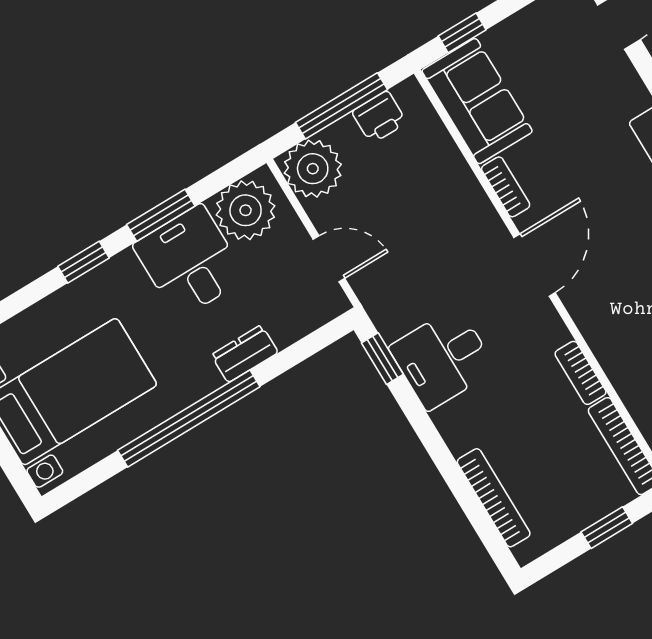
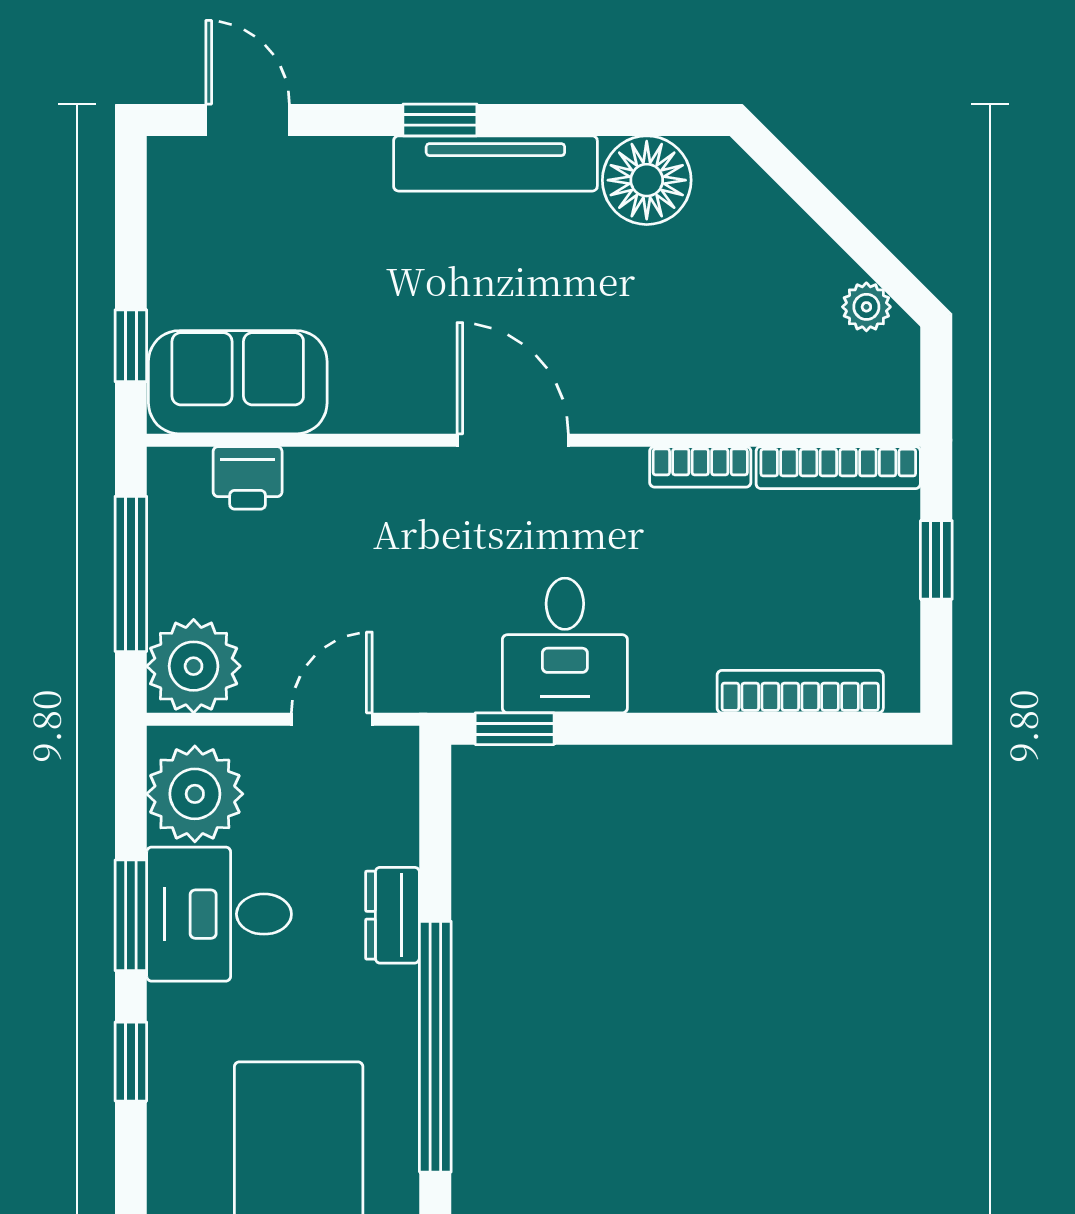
printer: (379, 117) -> (248, 478), moved, turned 90
bookcase: (506, 187) -> (380, 415), removed

